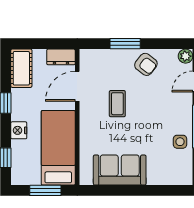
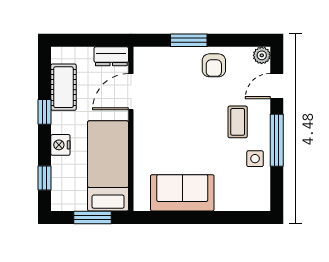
armchair: (146, 64) -> (214, 65), turned 53
cot: (21, 68) -> (63, 87), moved
coffee table: (117, 104) -> (238, 122), moved

